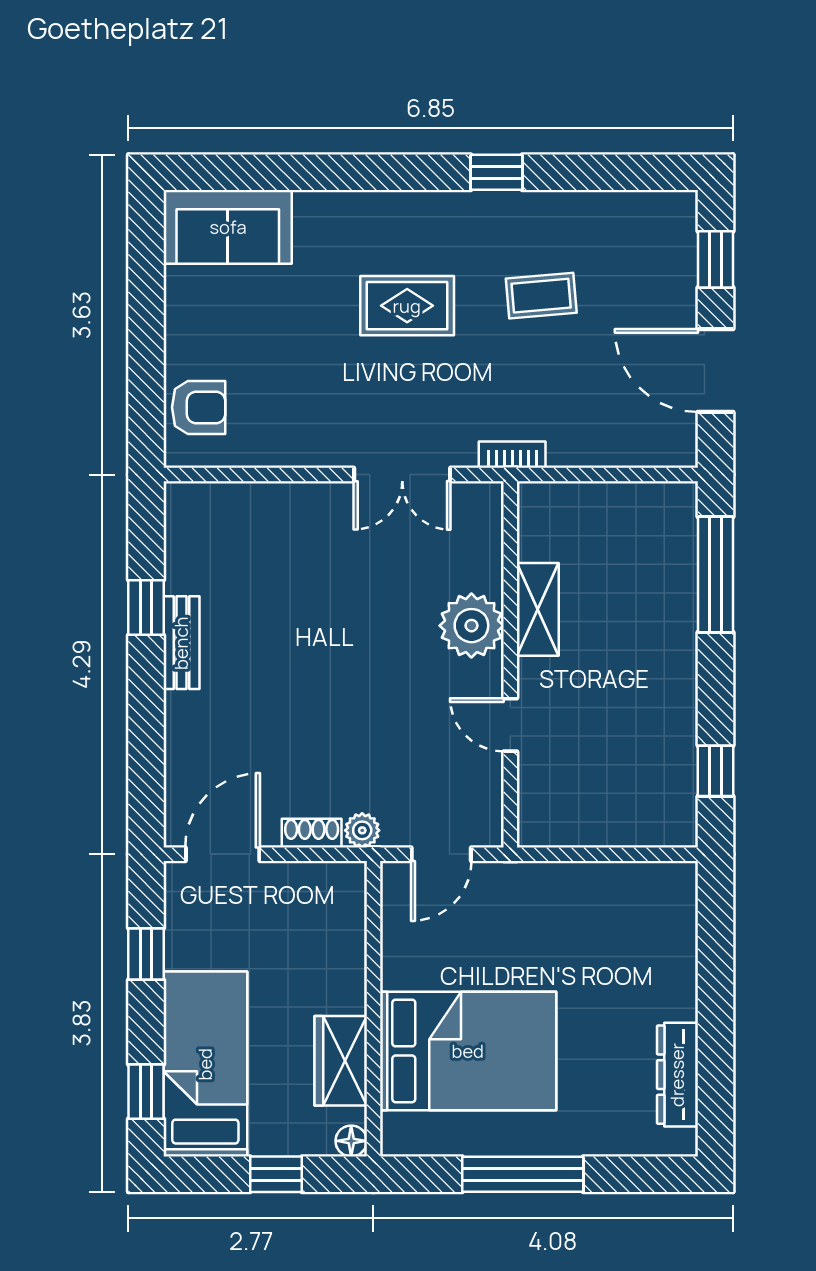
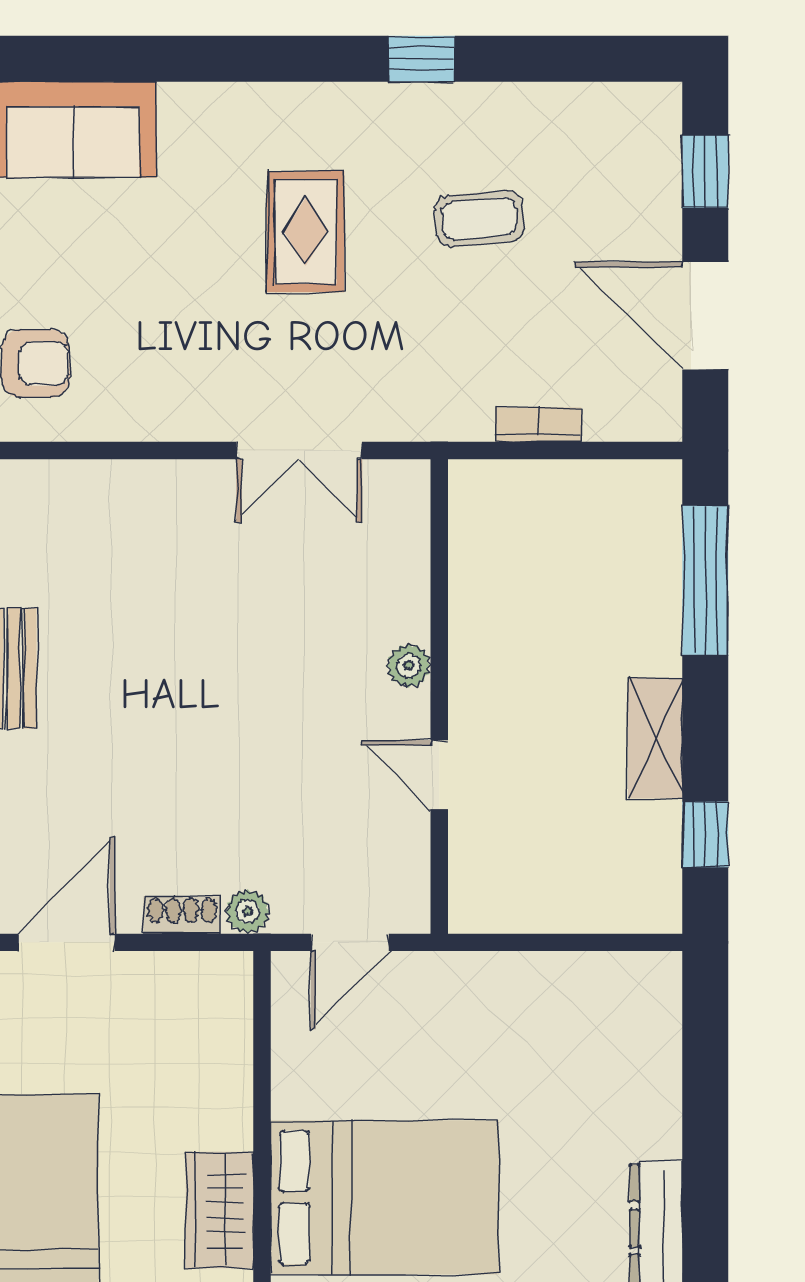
rug: (407, 306) -> (306, 232), turned 90
bookcase: (512, 455) -> (538, 425), moved
shelving: (538, 609) -> (655, 738), moved
plant: (471, 626) -> (409, 666), width x0.53, depth x0.53

